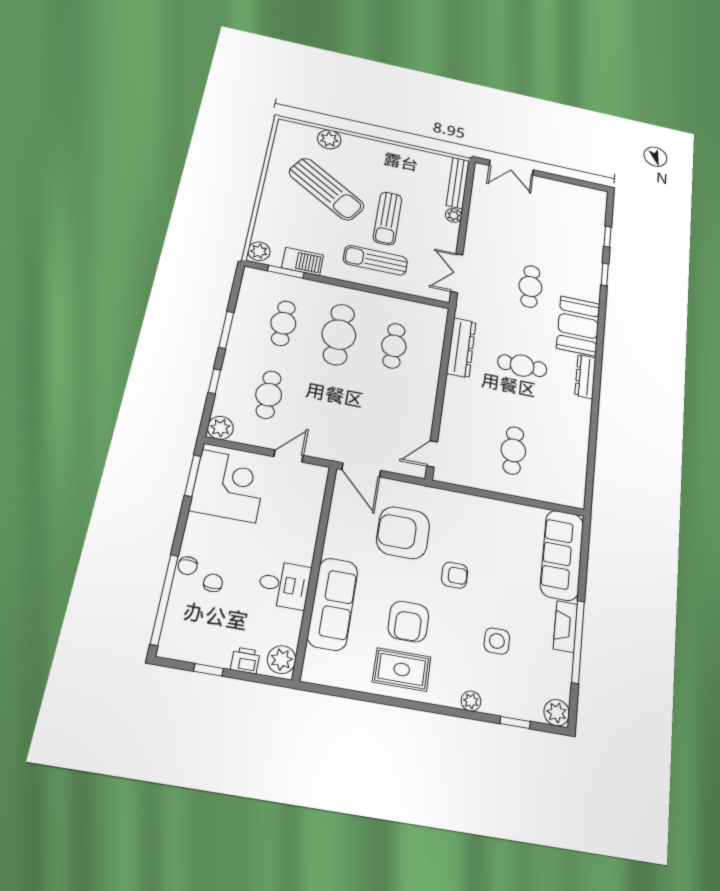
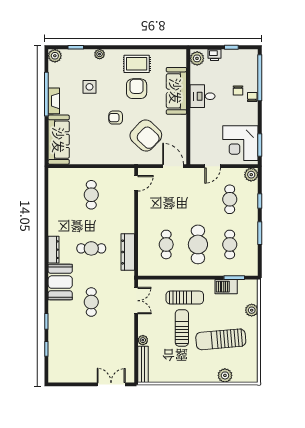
sun lounger: (326, 189) -> (221, 339), turned -37
plant: (259, 251) -> (252, 310), moved
armchair: (403, 533) -> (146, 136), turned 43

